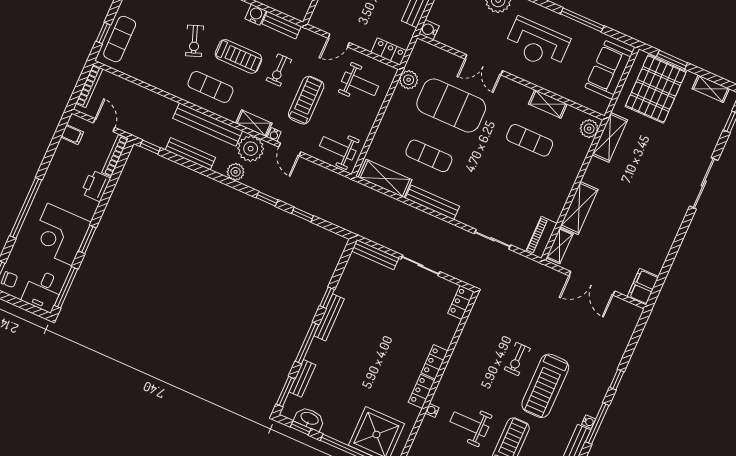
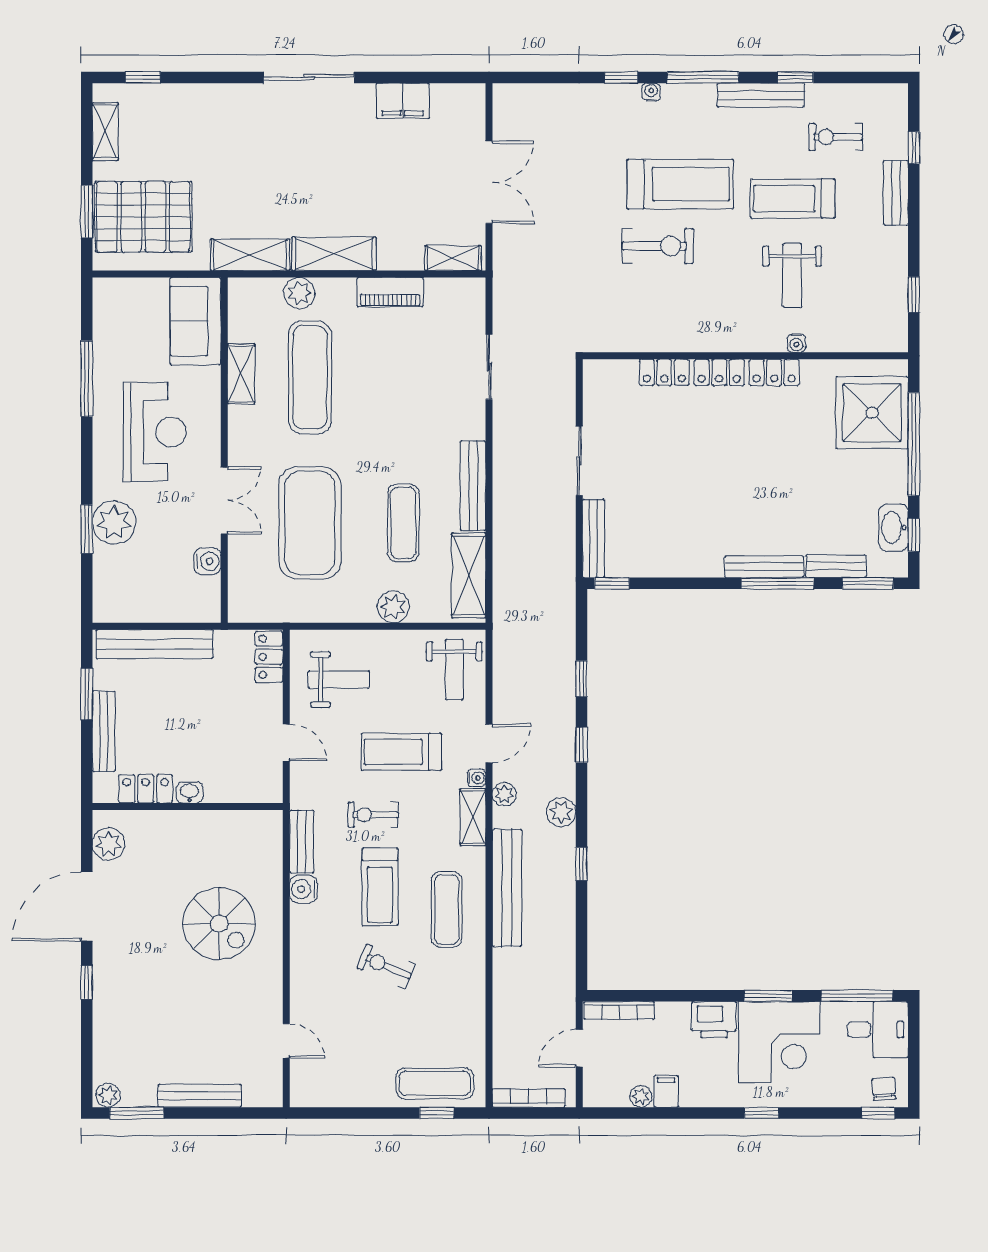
water cooler: (429, 30) -> (208, 561), moved, turned -90
exercise bike: (194, 41) -> (386, 966), turned -137
treadmill: (238, 56) -> (380, 887), turned 180
exercise bike: (279, 70) -> (373, 815), turned 180
sofa: (609, 70) -> (196, 321), moved, turned 90
plant: (409, 80) -> (393, 607), moved
weight bench: (360, 84) -> (339, 679), turned 90
plant: (589, 129) -> (300, 293), moved
filing cabinet: (72, 135) -> (666, 1091), moved
exercise mat: (530, 140) -> (310, 377), width x1.36, depth x1.45
plant: (63, 147) -> (641, 1096), added
window: (150, 147) -> (581, 864), moved
plant: (251, 149) -> (504, 794), width x0.53, depth x0.53
bench: (190, 154) -> (564, 895), removed
sliding door: (704, 183) -> (309, 77), moved
printer: (96, 186) -> (714, 1020), moved
window: (26, 208) -> (761, 1113), width x0.32
shelving: (579, 208) -> (334, 254), moved
piano: (541, 237) -> (390, 292), moved
filing cabinet: (643, 287) -> (403, 101), moved
window: (327, 298) -> (612, 583), moved
locker: (461, 302) -> (664, 372), moved
bench: (329, 317) -> (764, 567), moved
exercise bike: (517, 359) -> (658, 246), width x1.38, depth x1.39
water cooler: (589, 422) -> (651, 92), moved

